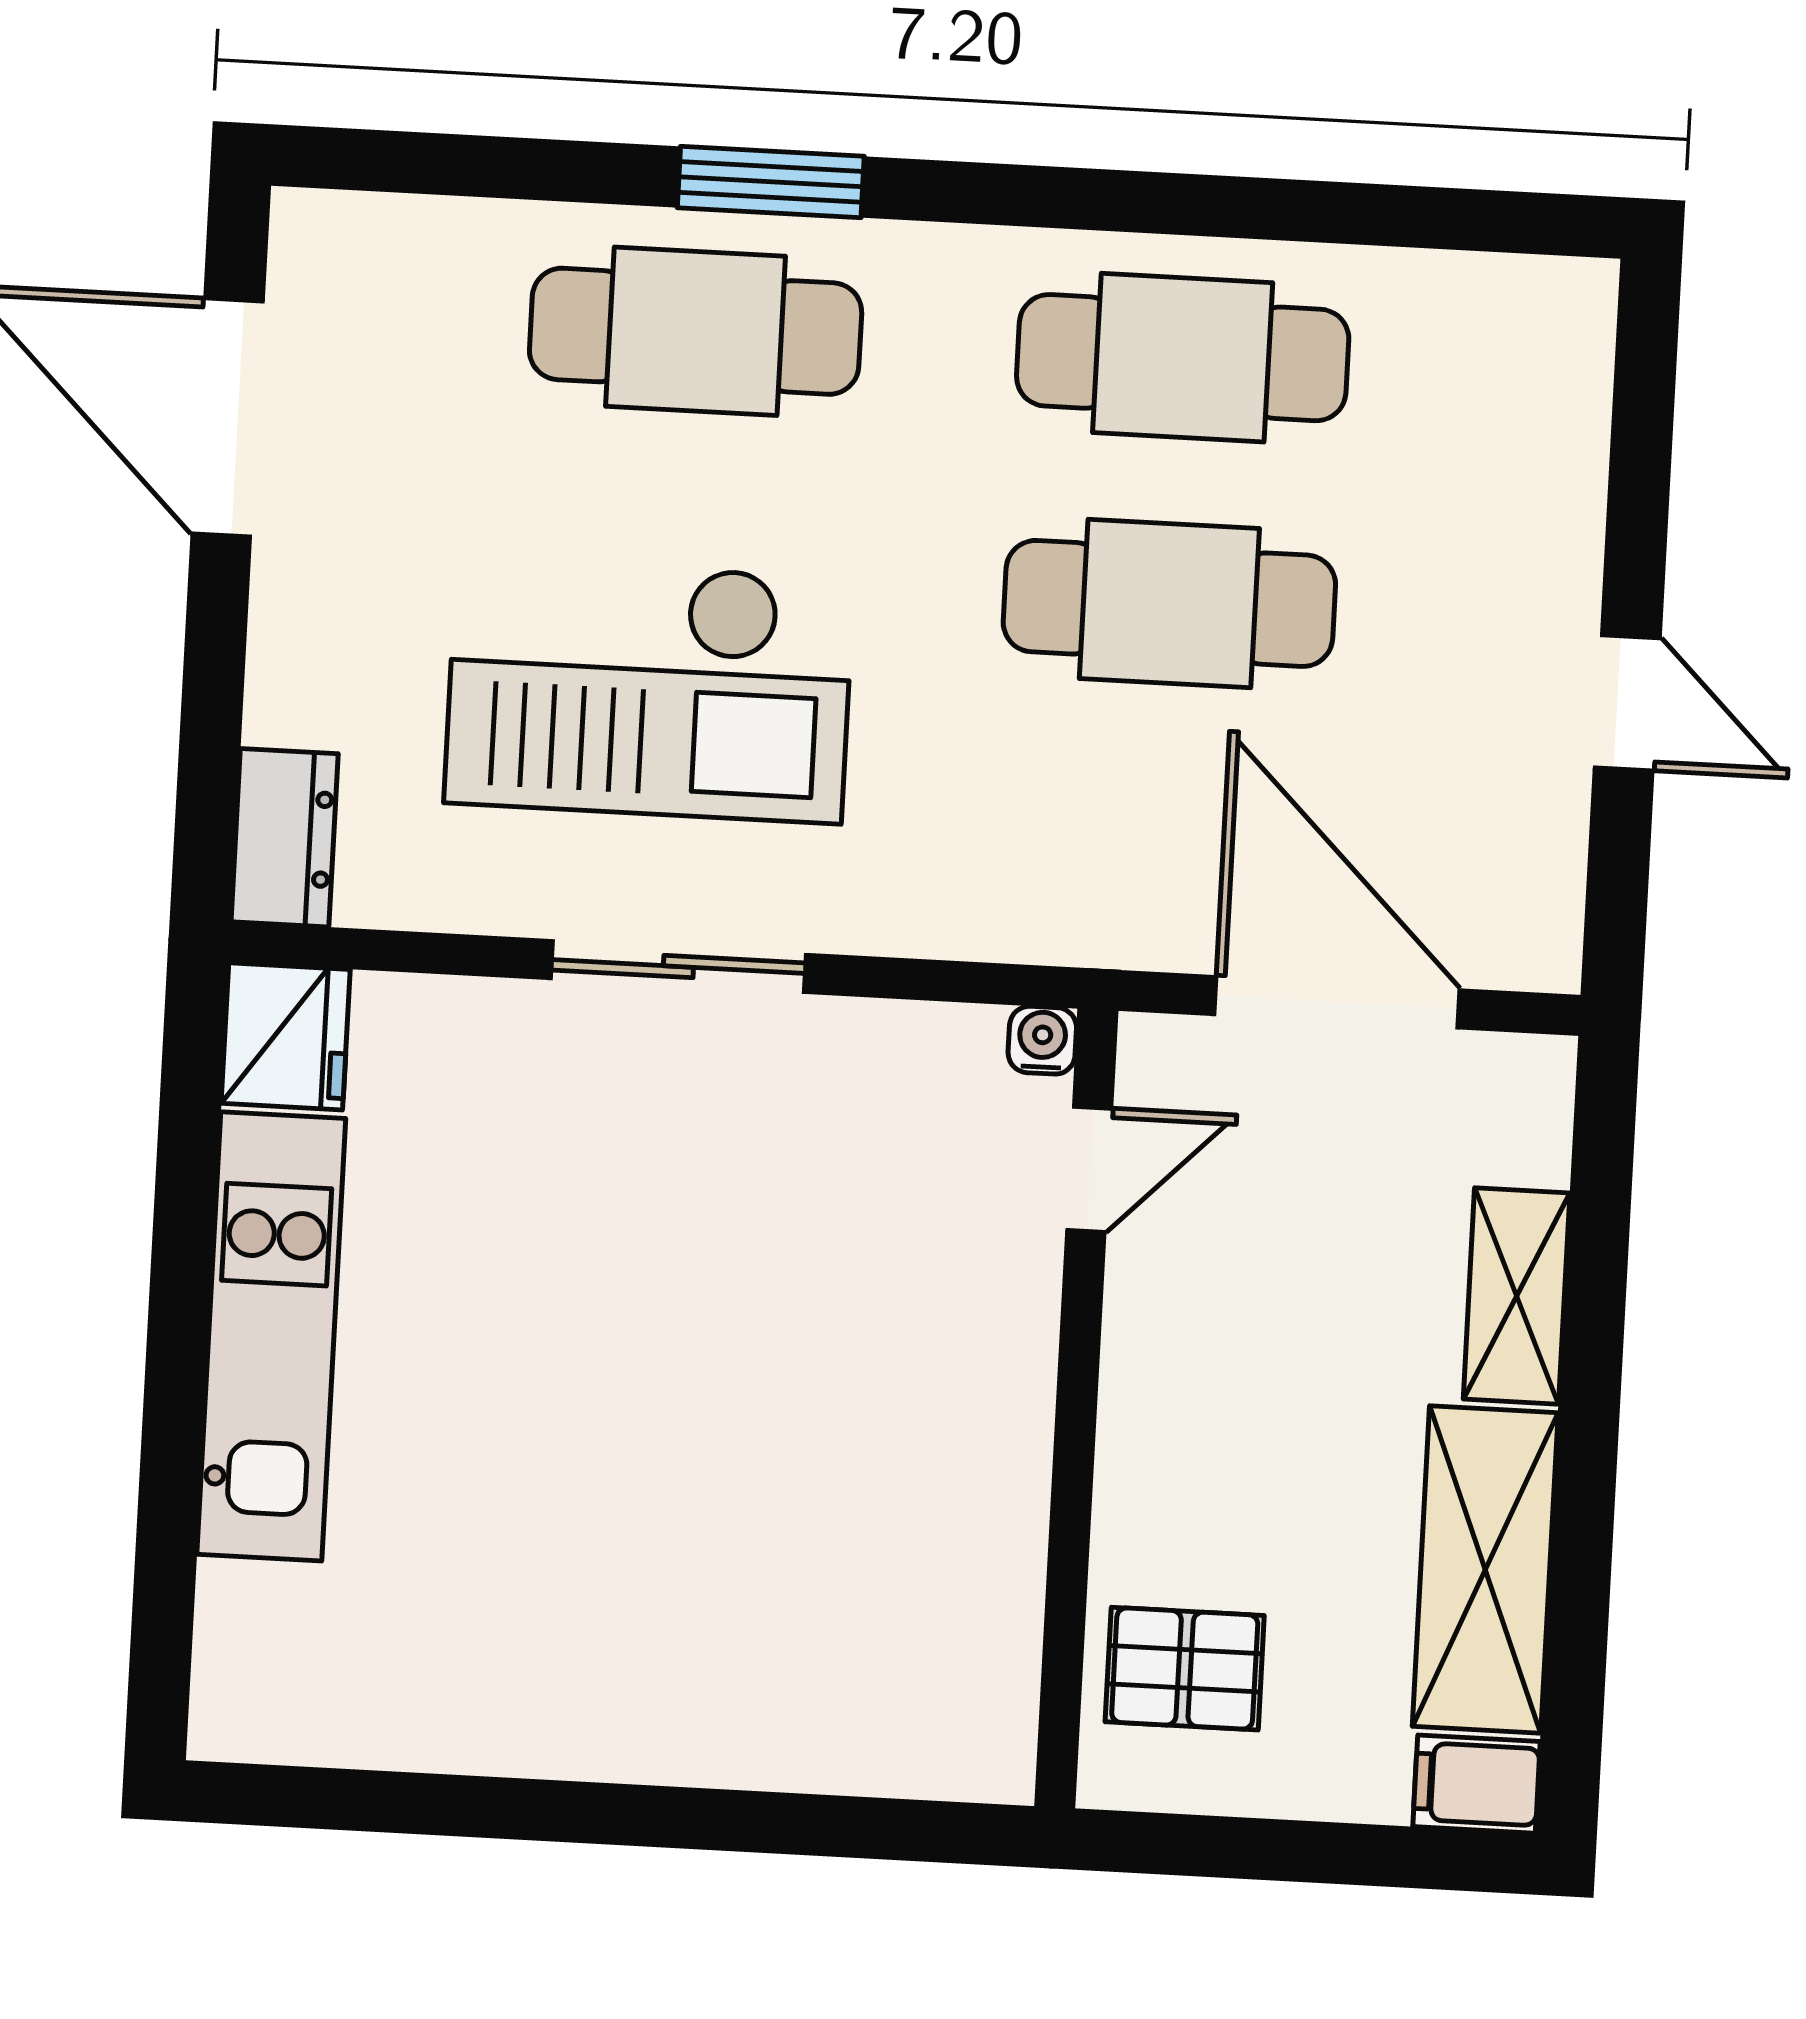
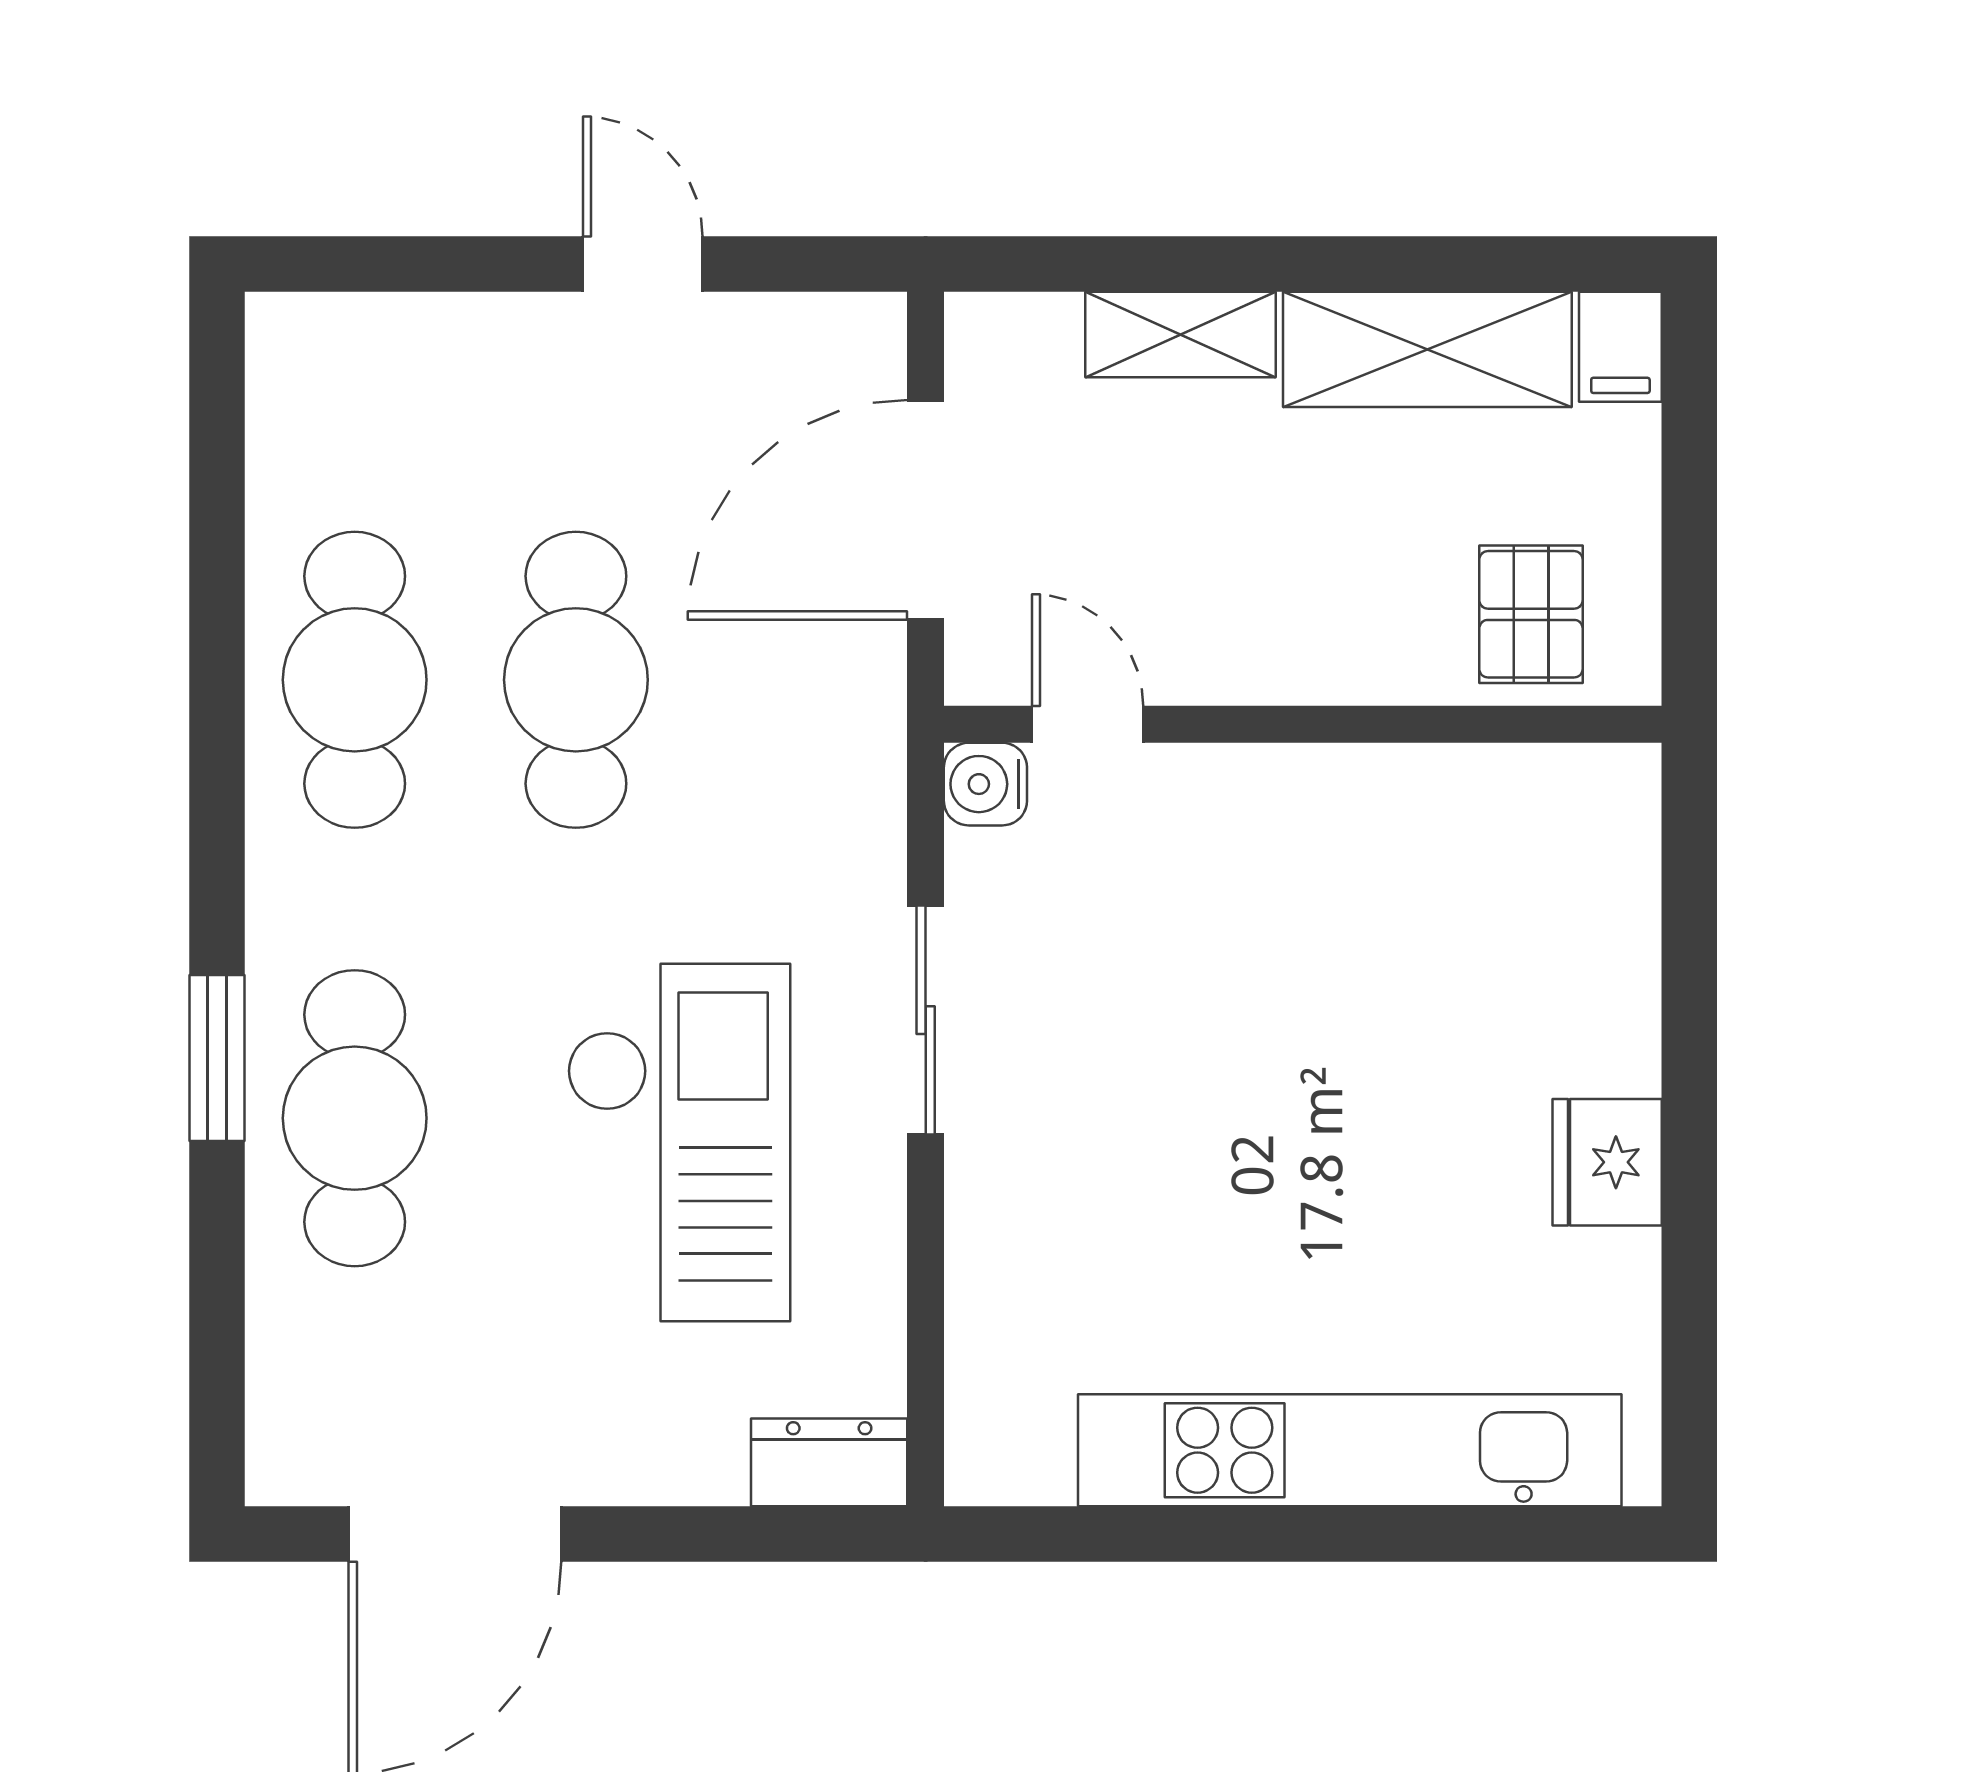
door: (1627, 703) -> (643, 264), hinge flipped
sliding door: (678, 967) -> (926, 1020), moved
fridge: (286, 1036) -> (1607, 1162), moved, turned -90
water cooler: (1042, 1040) -> (985, 784), width x1.38, depth x1.38
kitchen unit: (271, 1336) -> (1350, 1450), width x1.36

